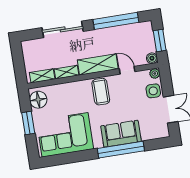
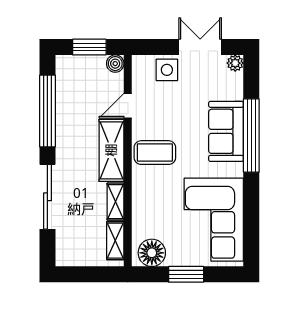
plant: (155, 73) -> (235, 63), moved

